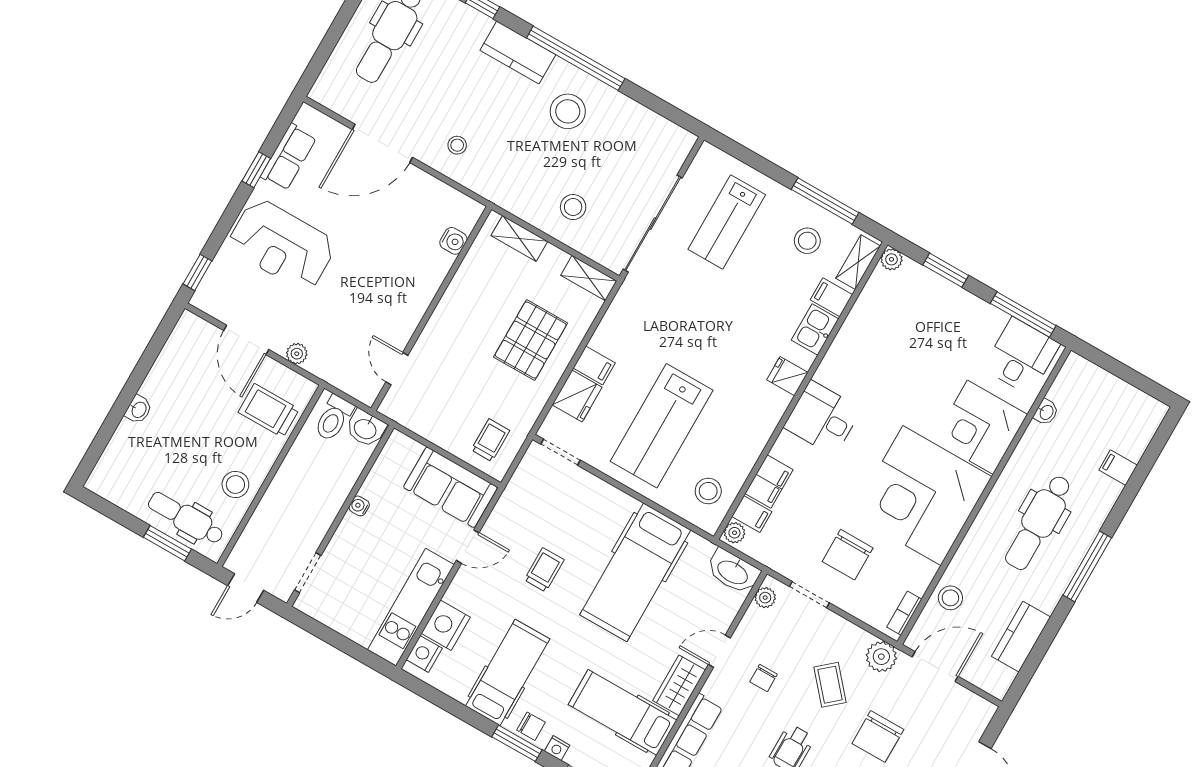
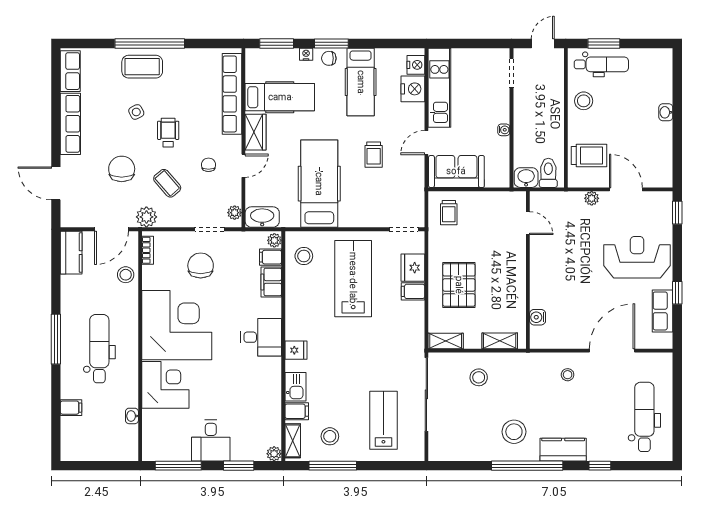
desk: (1021, 356) -> (211, 441), moved
kitchen counter: (1021, 637) -> (71, 253), moved

